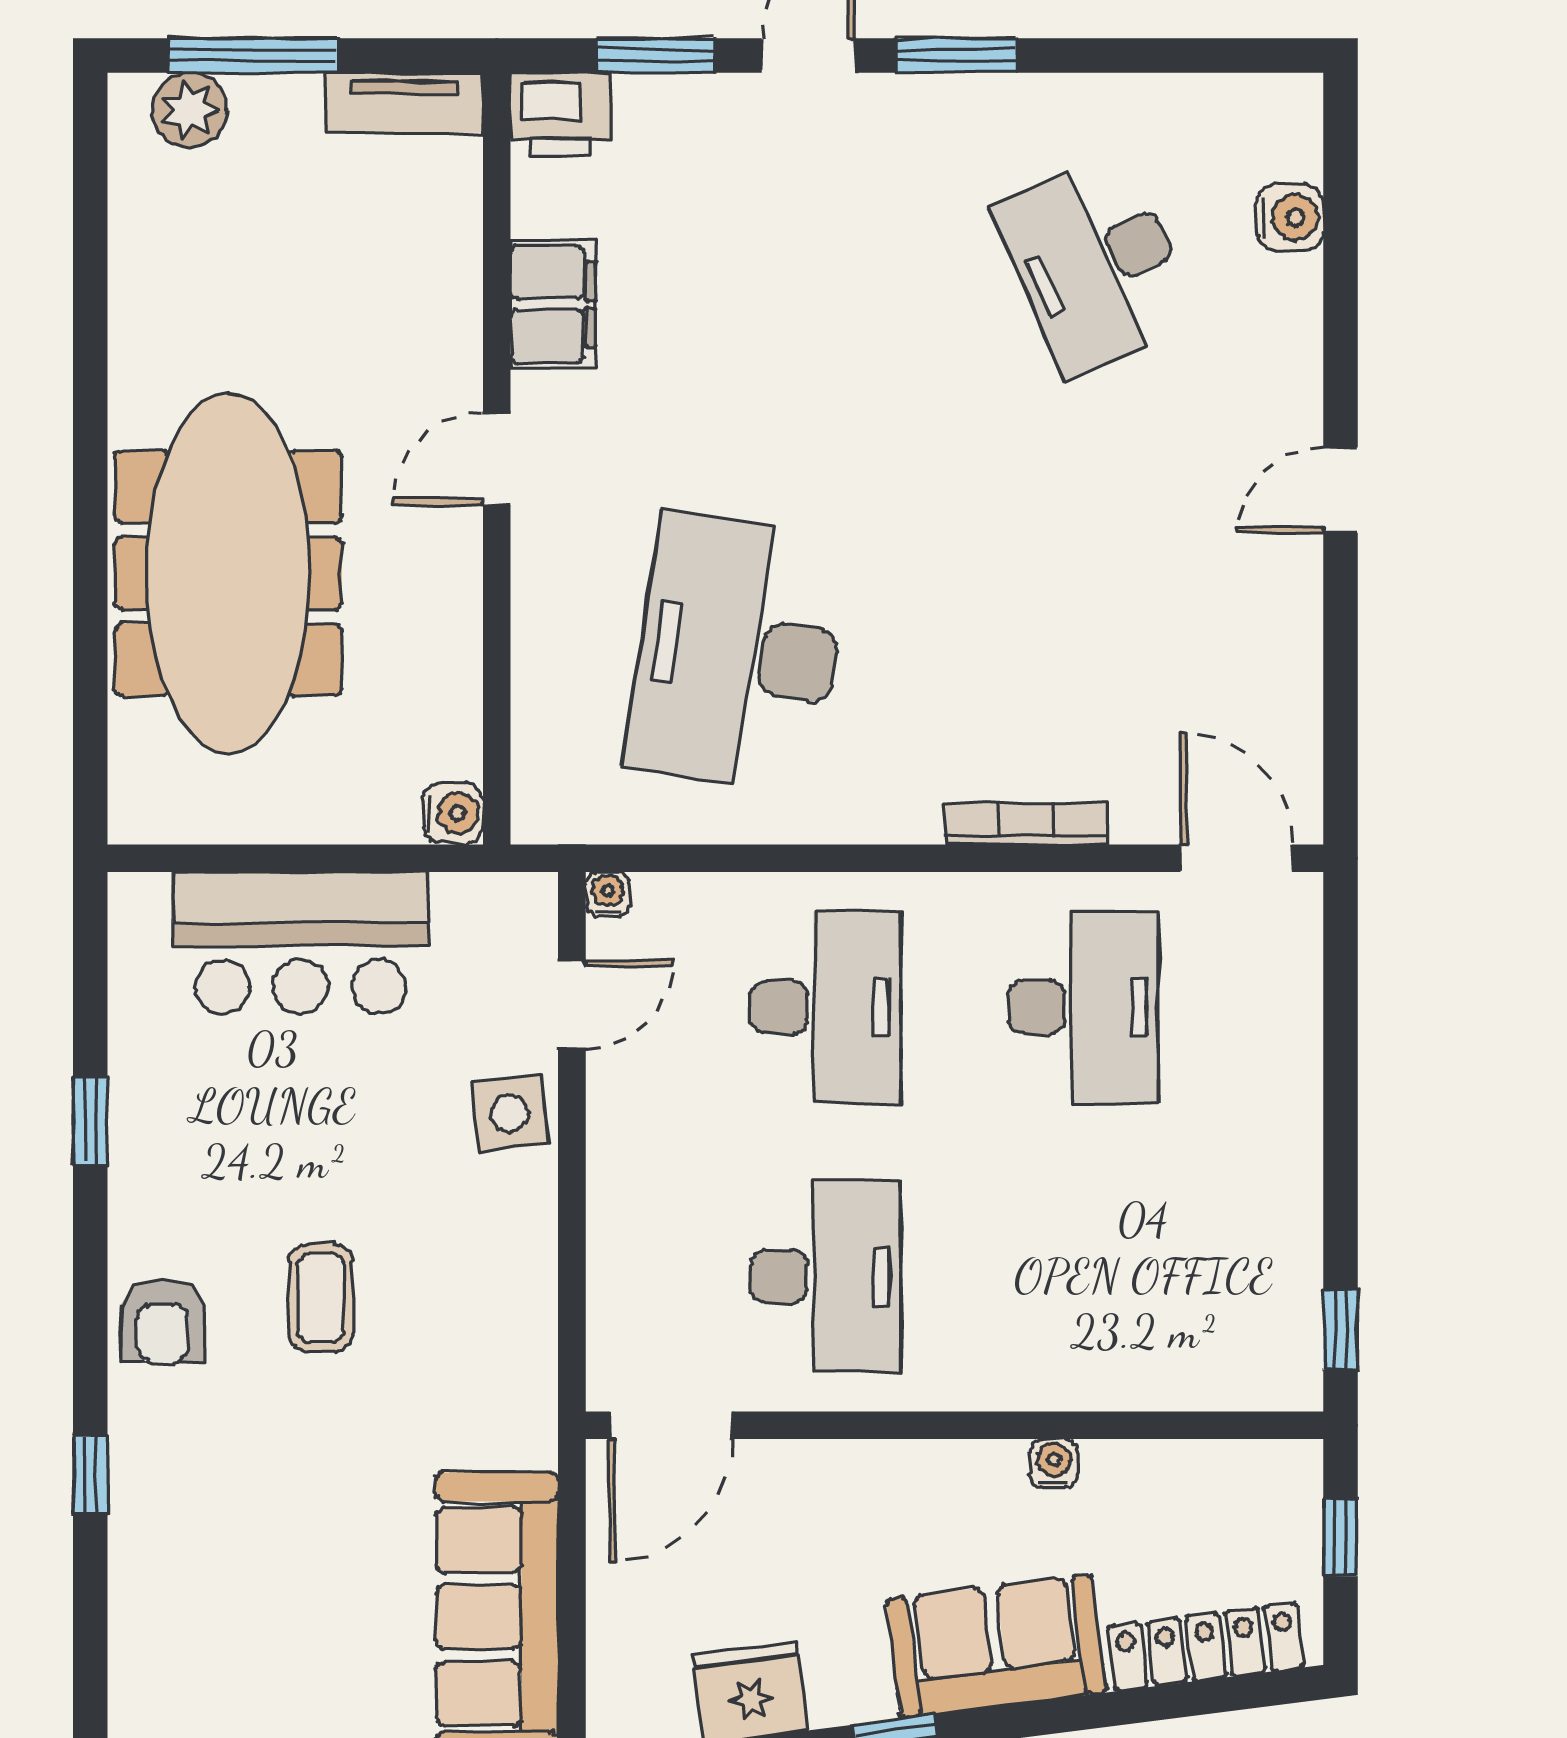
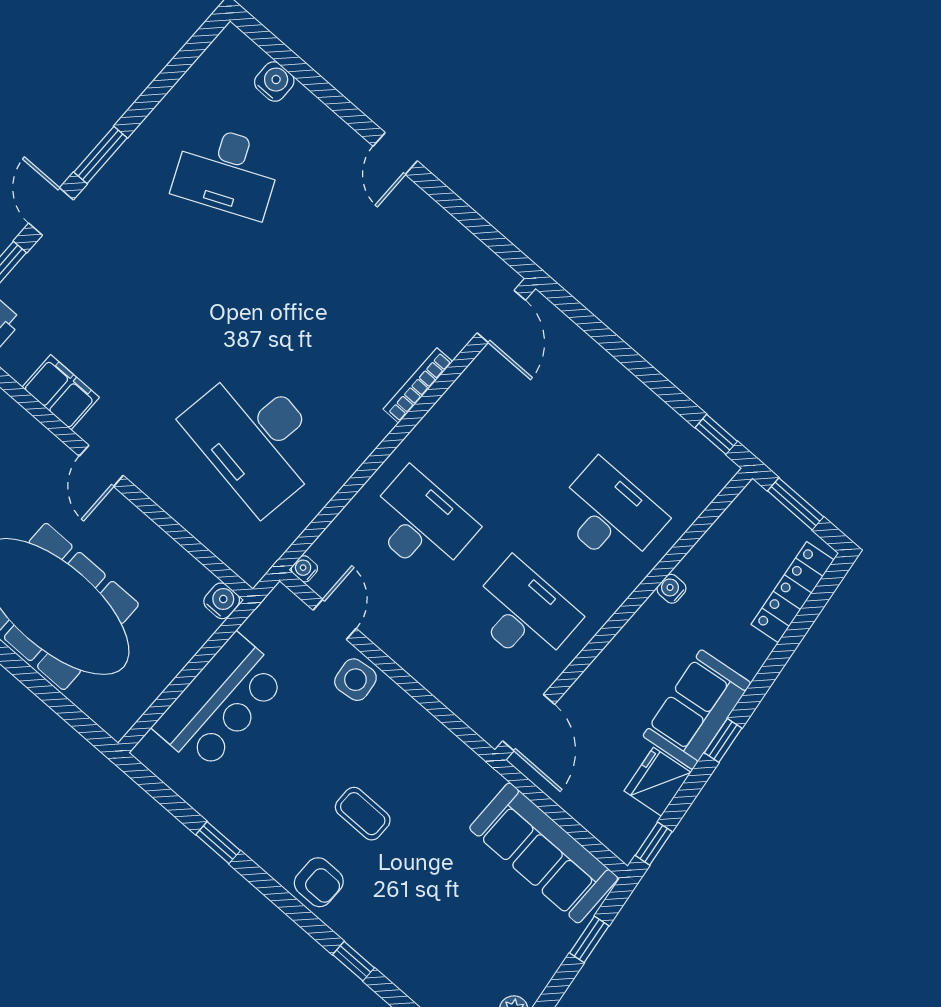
door: (1236, 858) -> (501, 316), swing flipped
desk: (1083, 1007) -> (610, 515), moved
window: (1341, 1537) -> (796, 504), width x1.50
sofa: (997, 1646) -> (697, 709), moved

